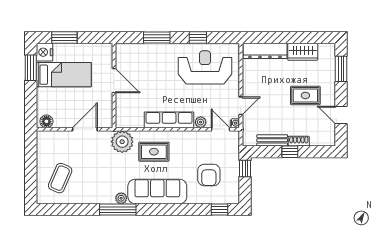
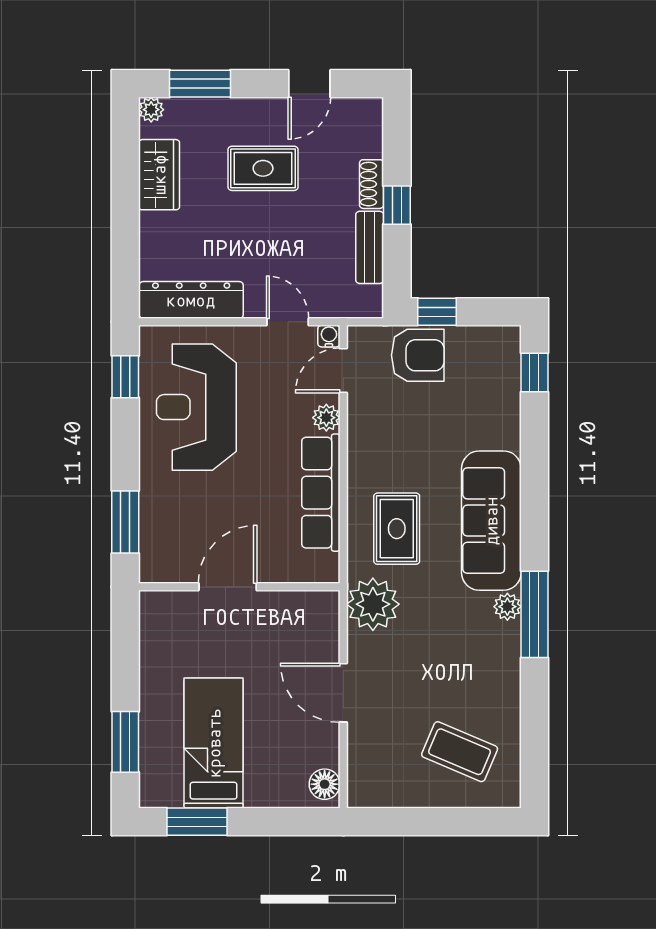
window: (198, 38) -> (125, 377), moved
plant: (330, 48) -> (151, 110), added
dresser: (265, 51) -> (191, 300), moved, turned -90
nightstand: (44, 52) -> (160, 789), removed
door: (114, 81) -> (228, 587), moved
wall: (114, 85) -> (239, 587), moved
rug: (305, 95) -> (263, 168), turned 90
armchair: (209, 175) -> (418, 355), moved

